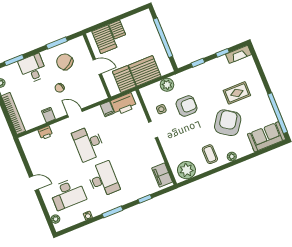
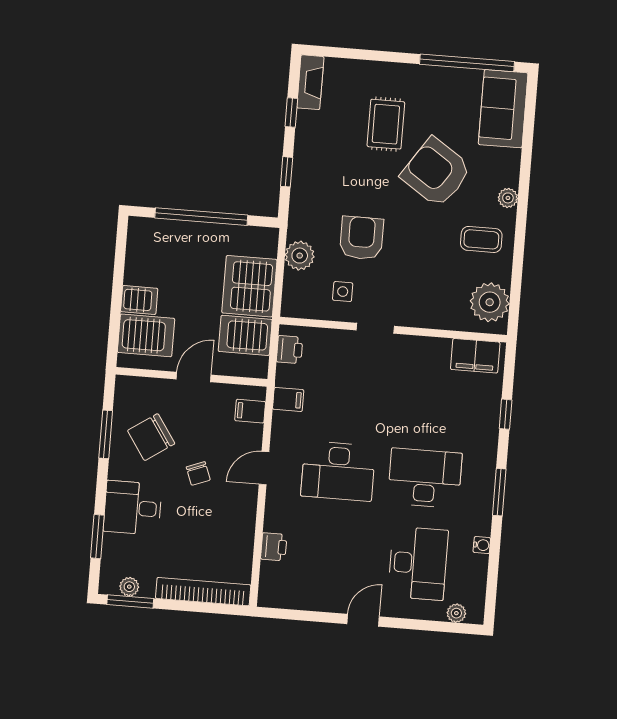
printer: (124, 104) -> (290, 350), width x0.53, depth x0.68
filing cabinet: (48, 115) -> (250, 411), moved

